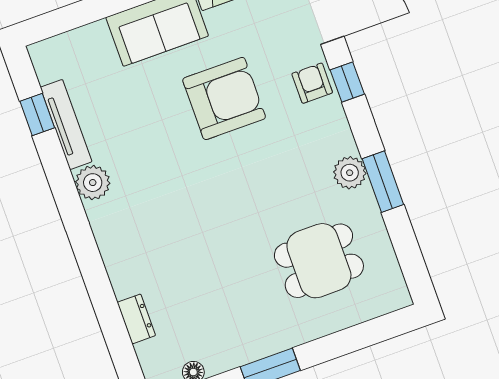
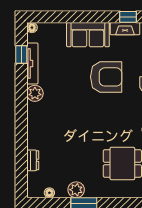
floor lamp: (39, 53) -> (32, 28), added
plant: (245, 347) -> (76, 190), added

